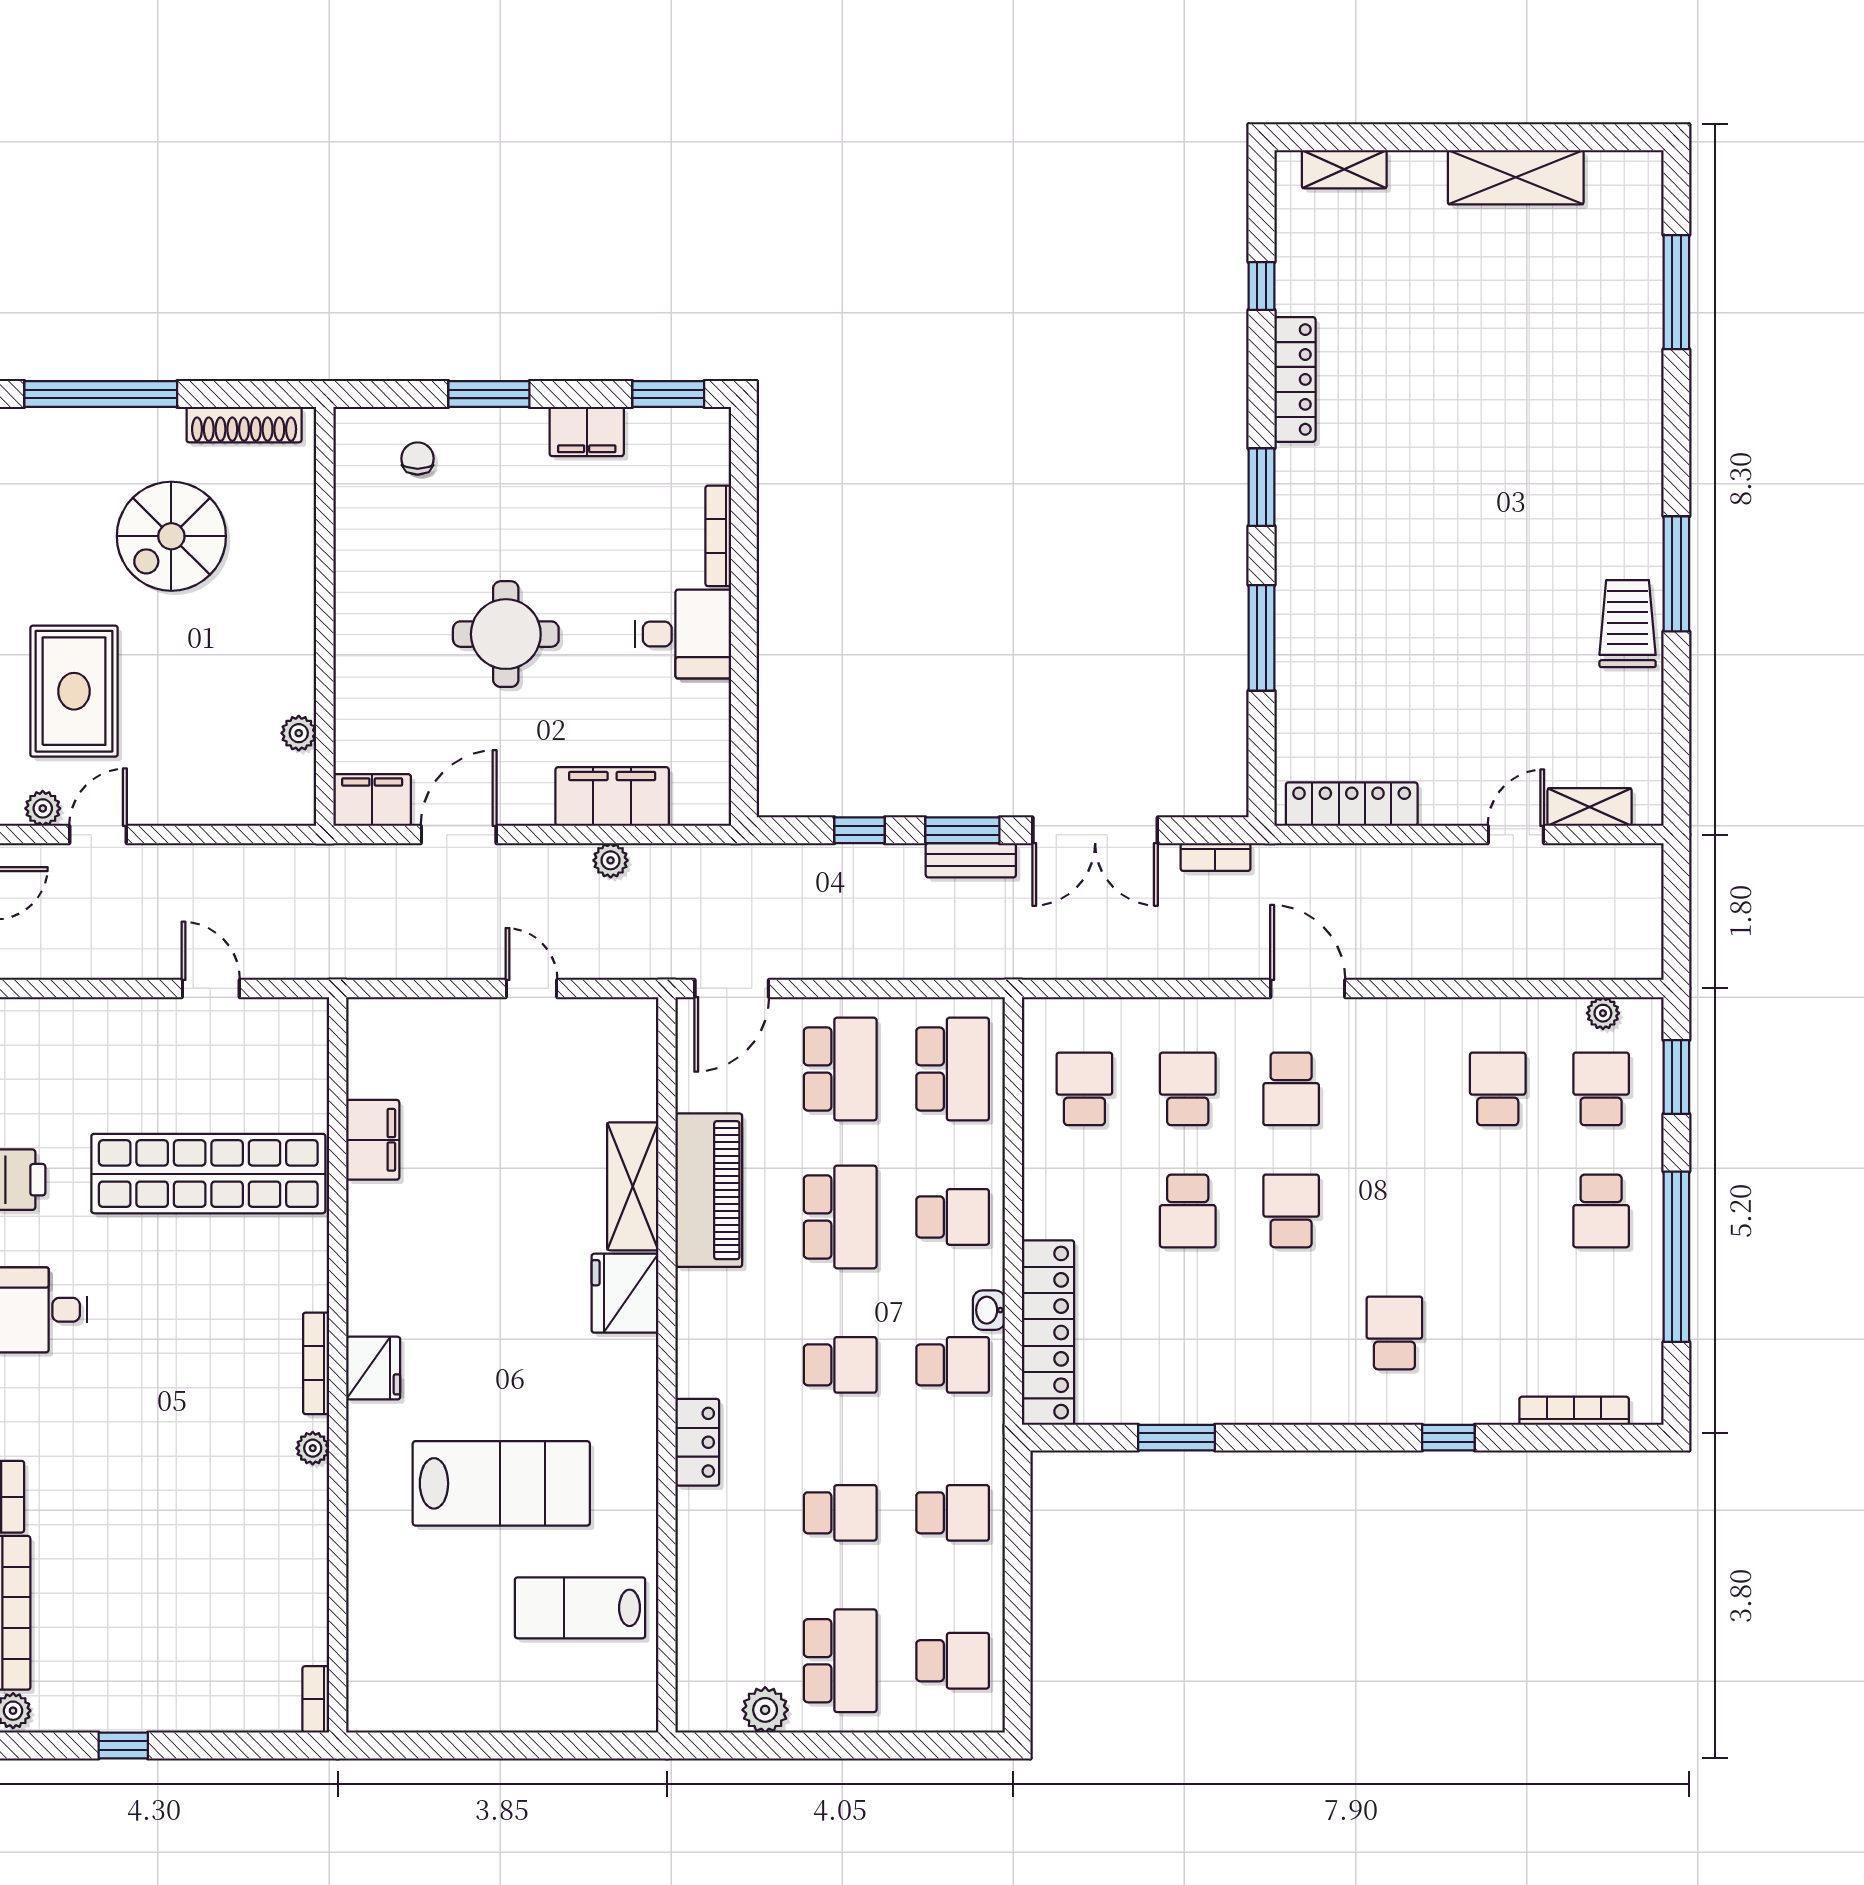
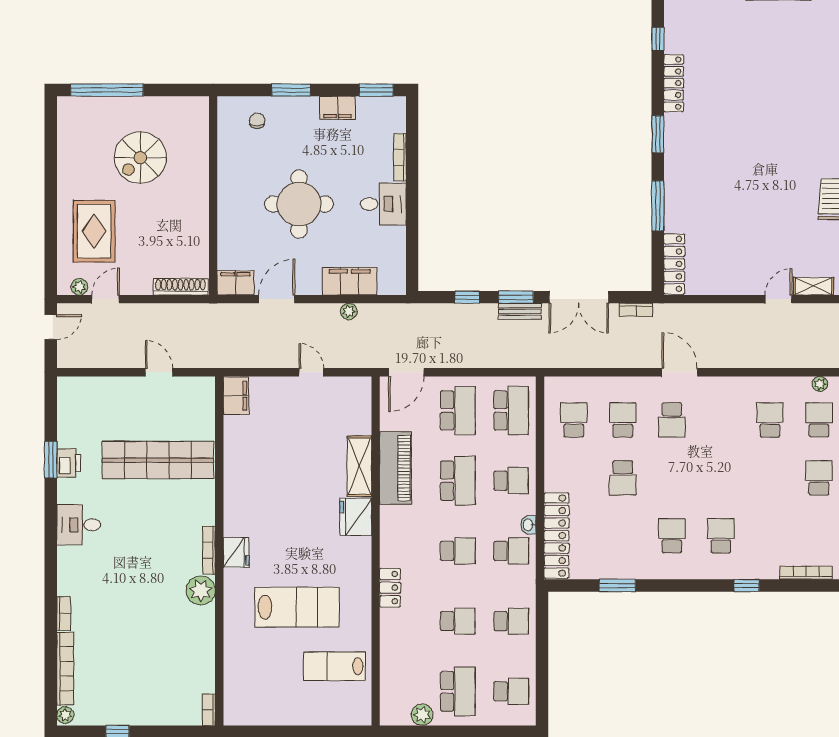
shoe rack: (244, 425) -> (180, 287), moved, turned 180
round table: (506, 634) -> (299, 204), width x1.36, depth x1.36
plant: (299, 733) -> (201, 251), removed
locker: (1352, 804) -> (674, 264), moved, turned 90
filing cabinet: (373, 1140) -> (236, 396), moved
school desk: (1291, 1211) -> (672, 536), moved
school desk: (1601, 1211) -> (819, 478), turned 180
plant: (313, 1448) -> (201, 590), width x1.88, depth x1.88

